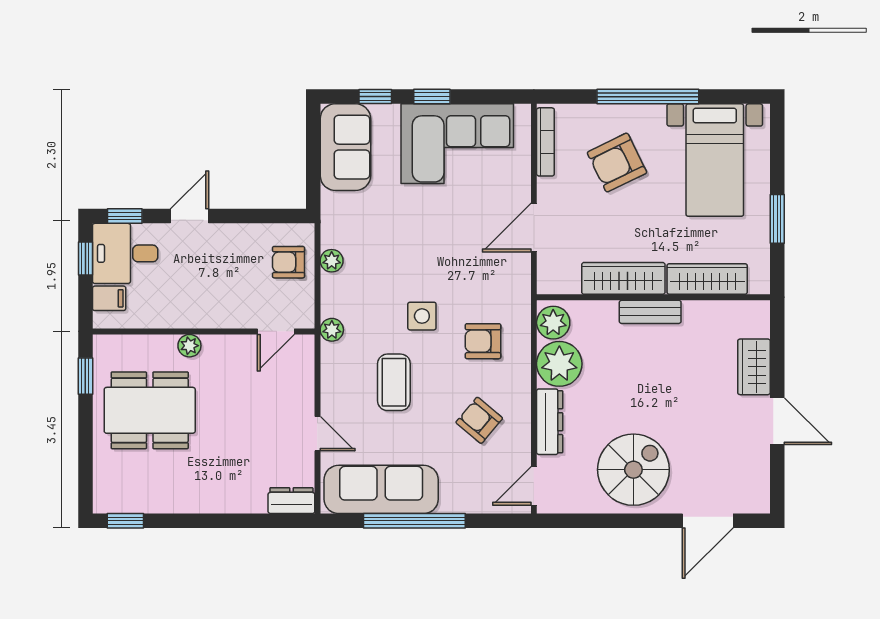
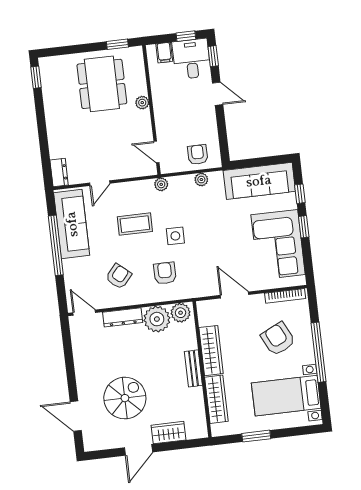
sofa: (345, 147) -> (259, 181), width x1.36
spiral stairs: (633, 470) -> (125, 398), moved, turned -90

